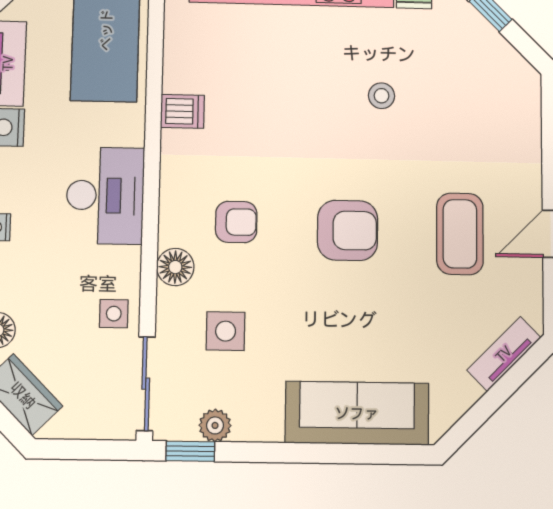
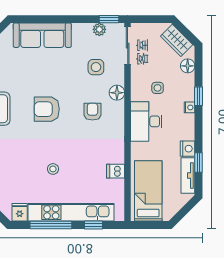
stool: (382, 96) -> (53, 169), moved
dishwasher: (182, 111) -> (116, 171), moved
armchair: (236, 222) -> (92, 112), turned 90
side table: (114, 314) -> (158, 88), moved

